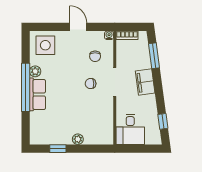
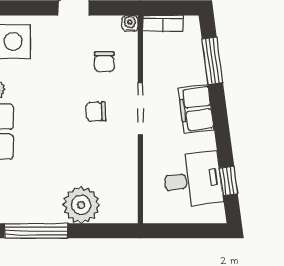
desk: (130, 129) -> (193, 180), moved, turned -98
plant: (78, 139) -> (81, 205), width x1.88, depth x1.88
window: (58, 149) -> (36, 231), width x2.17

